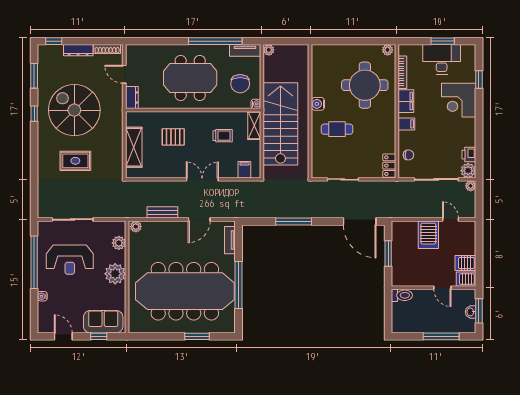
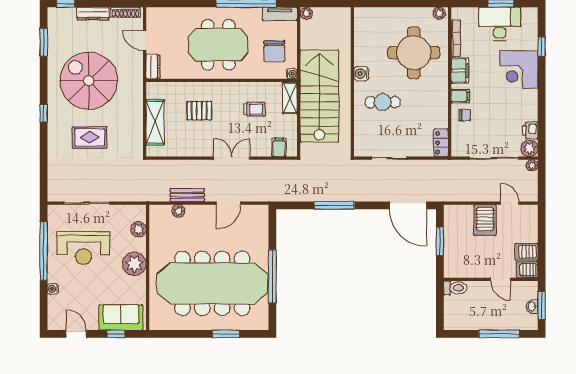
window: (34, 114) -> (44, 113), moved
chair: (408, 155) -> (465, 115), moved
plant: (136, 227) -> (178, 211), moved
tv unit: (230, 240) -> (263, 226), removed

